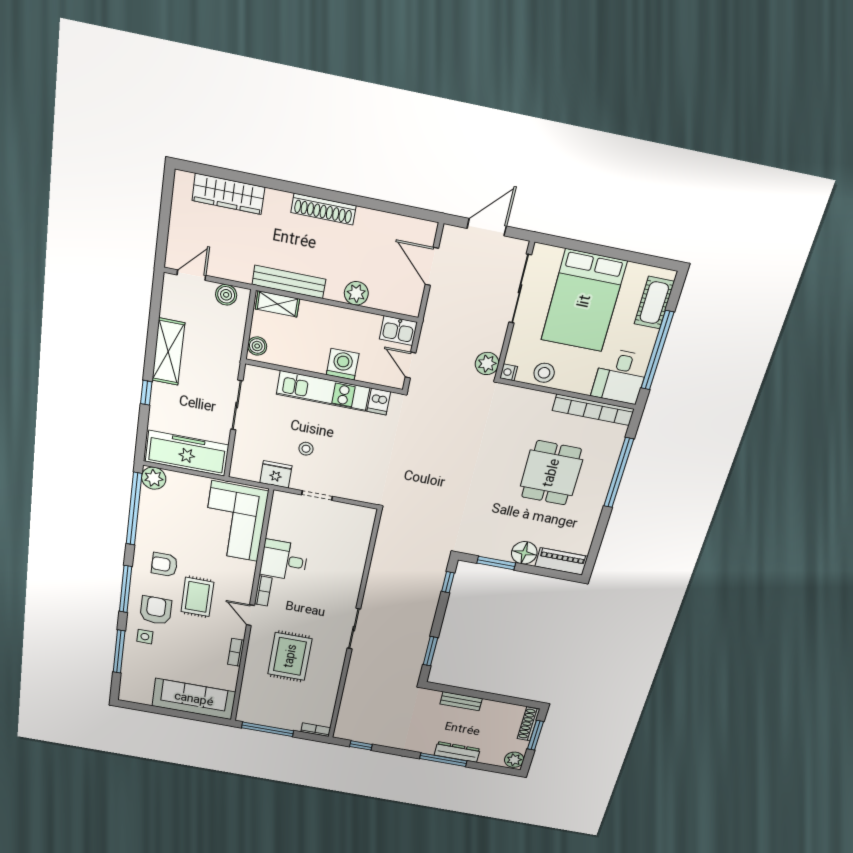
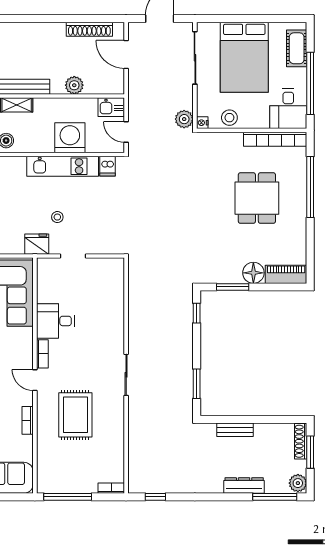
shoe rack: (323, 209) -> (89, 29), moved
washing machine: (343, 364) -> (70, 138), width x1.37, depth x1.37
window: (443, 760) -> (275, 497), moved

